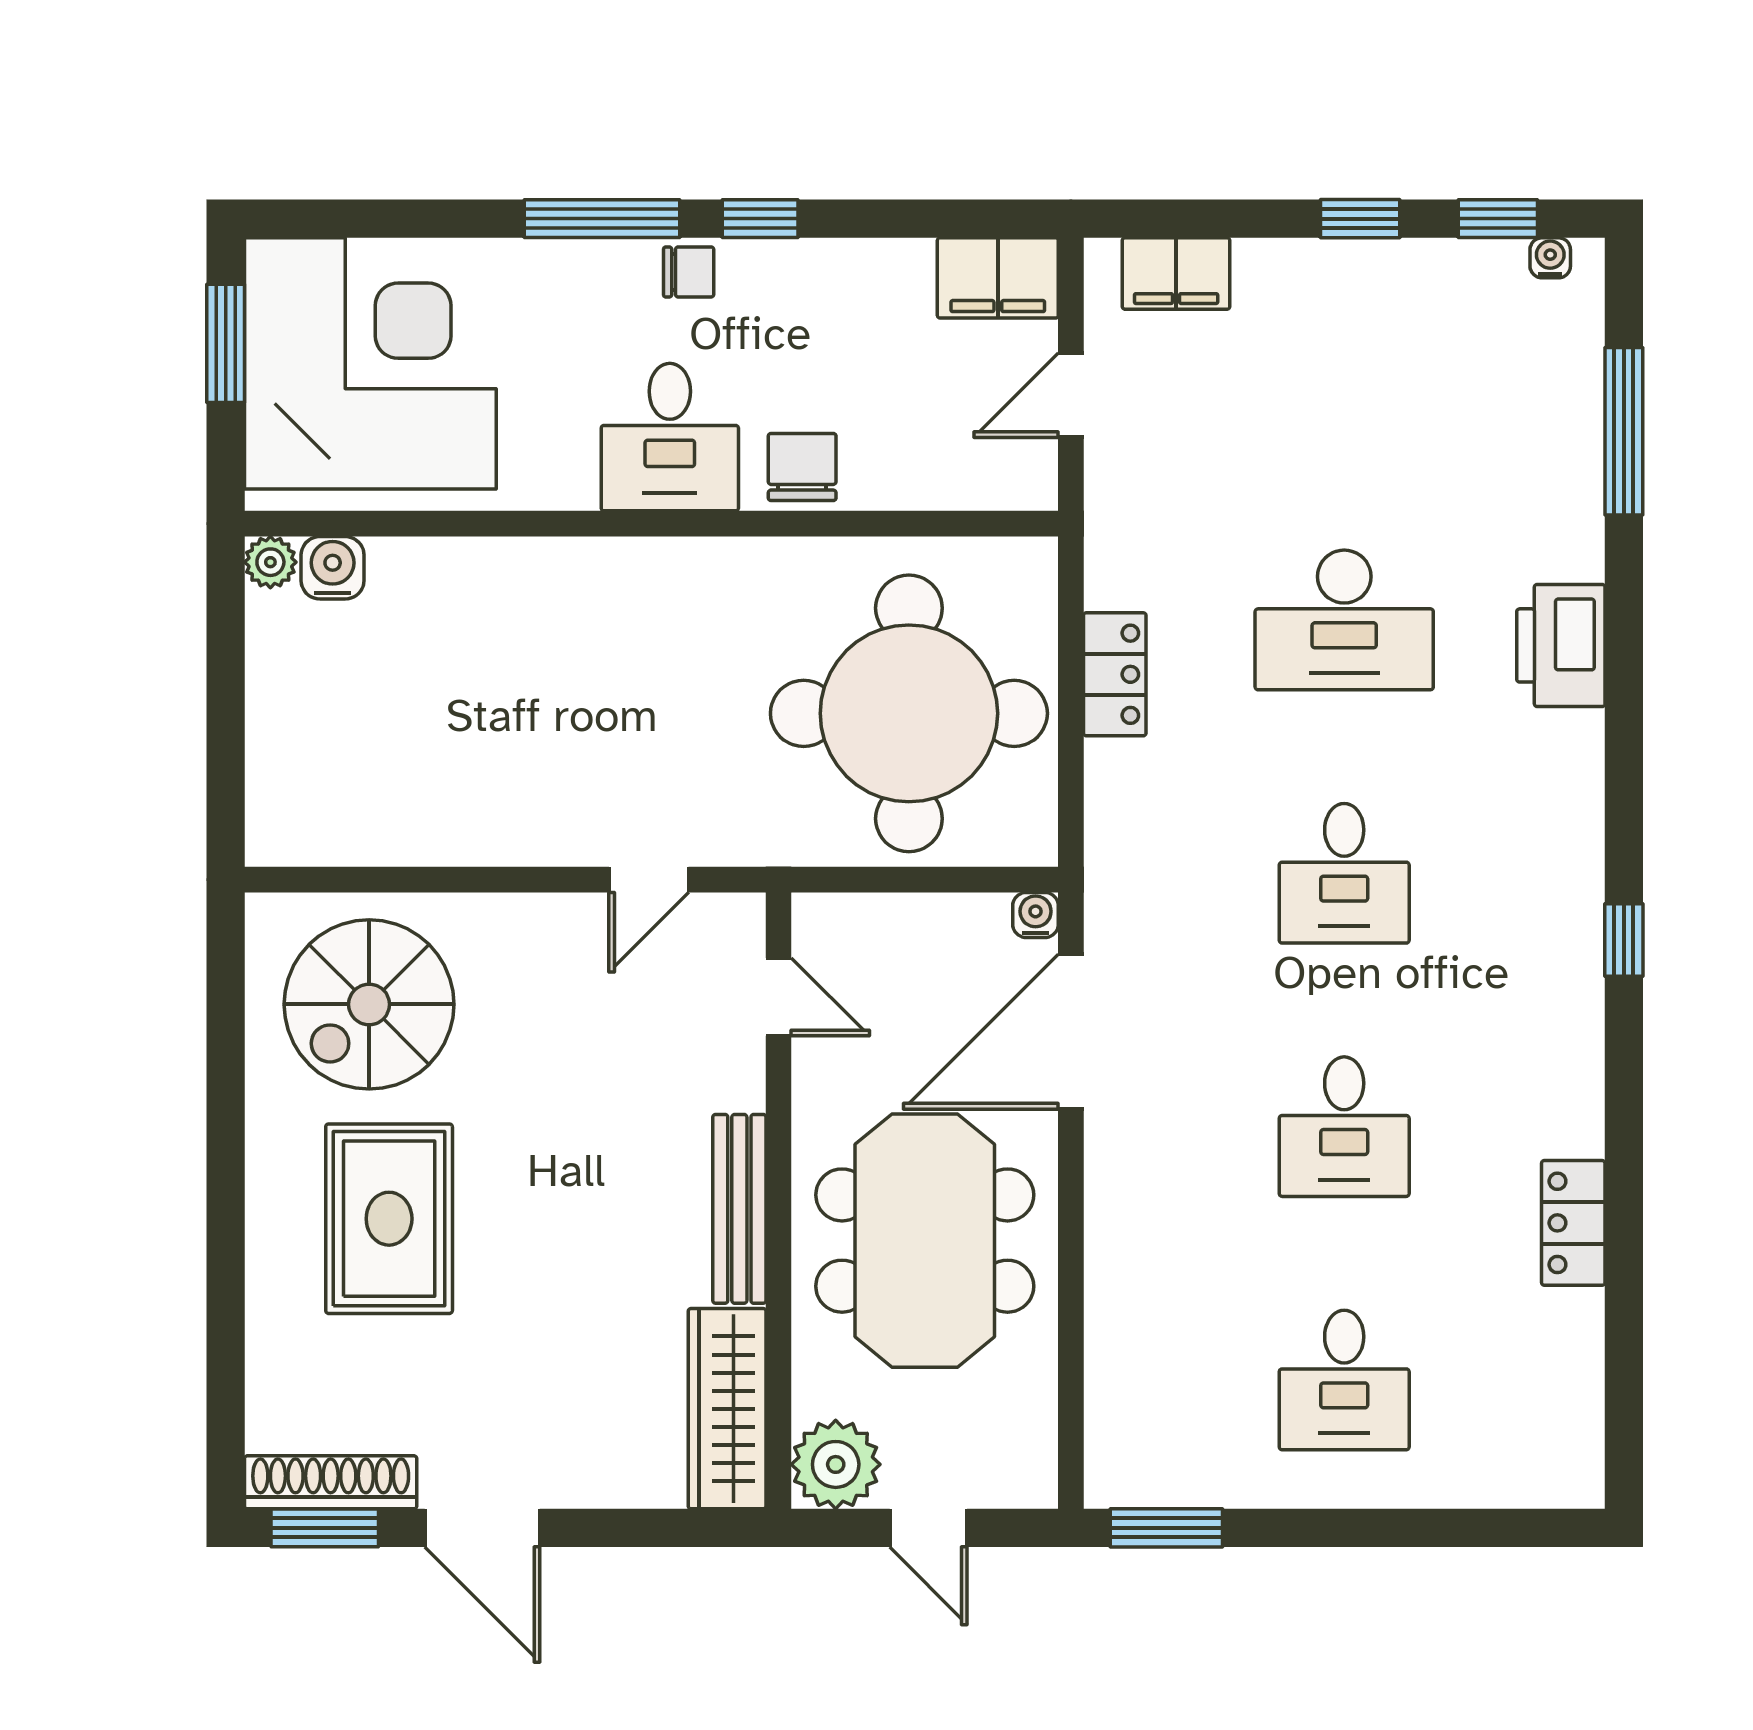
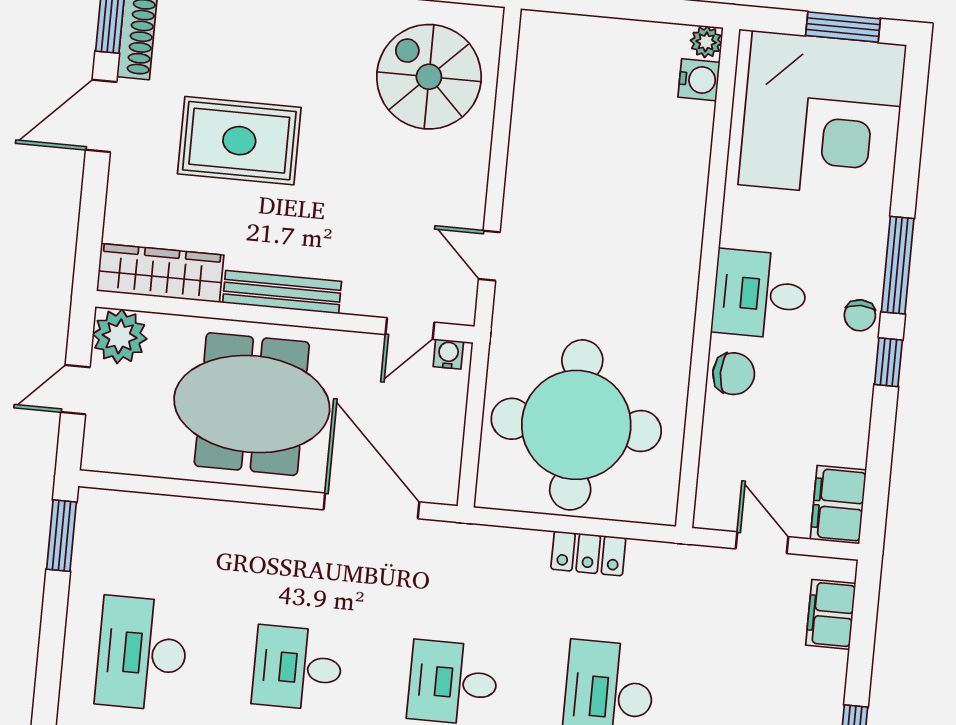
water cooler: (1036, 915) -> (448, 354), moved, turned -90
rug: (389, 1219) -> (239, 141), moved
desk: (1344, 1380) -> (142, 653), width x1.37

